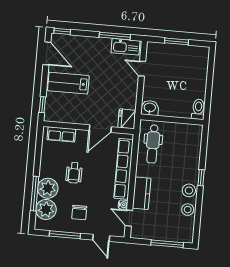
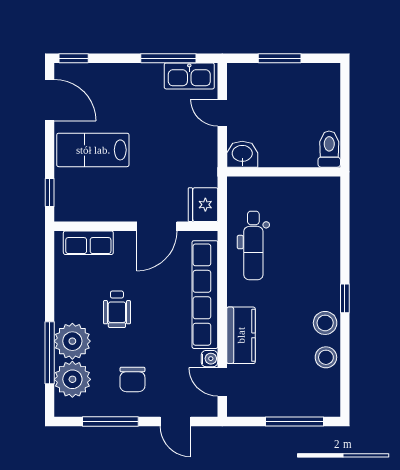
washbasin: (150, 108) -> (242, 154), moved
toilet: (198, 109) -> (329, 149), moved
wall: (172, 120) -> (284, 172), moved

